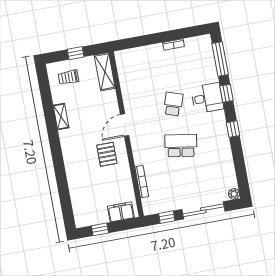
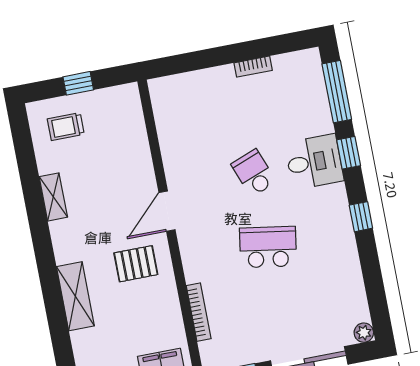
shelving: (105, 72) -> (75, 296), moved
school desk: (173, 104) -> (254, 173), turned -39
pallet: (107, 154) -> (136, 264), turned 90

